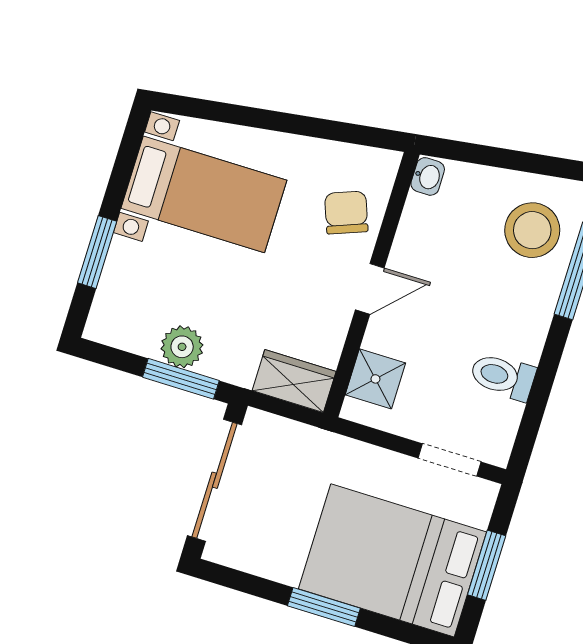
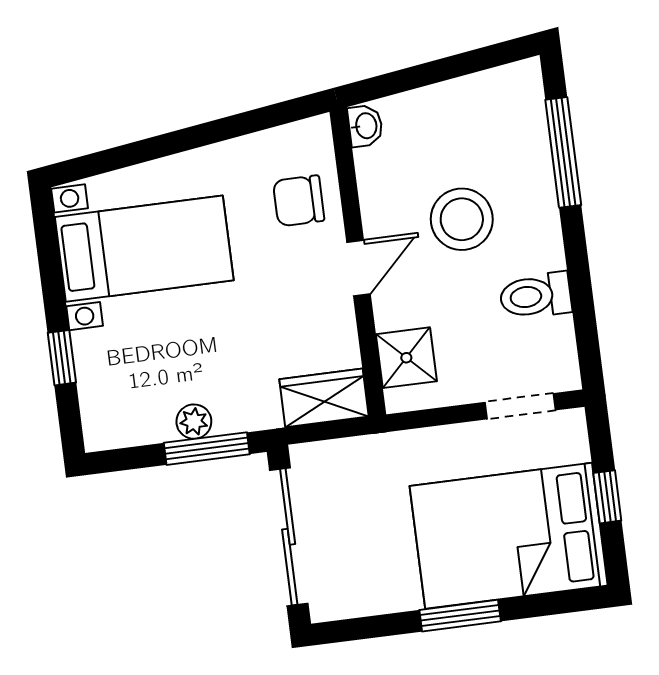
chair: (346, 212) -> (299, 201), turned -69
stool: (532, 230) -> (462, 219), moved
window: (97, 252) -> (62, 358), width x0.67
plant: (182, 347) -> (194, 422), width x0.73, depth x0.73
window: (487, 565) -> (607, 497), width x0.67

